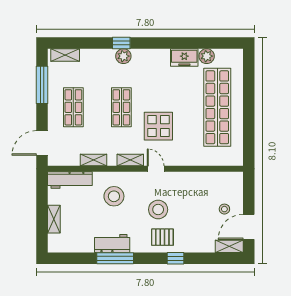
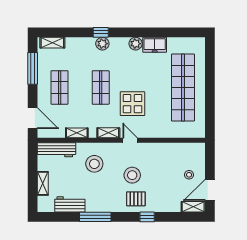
plant: (207, 56) -> (136, 44), moved
door: (42, 143) -> (33, 118), swing flipped
workbench: (112, 244) -> (70, 204), moved

